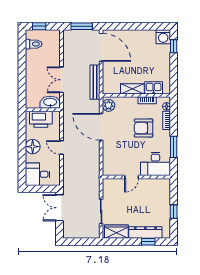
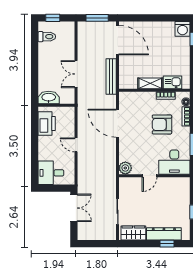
washbasin: (50, 102) -> (49, 98), moved
plant: (109, 105) -> (125, 168), moved
printer: (41, 119) -> (47, 123), moved, turned -90
floor lamp: (33, 147) -> (46, 144), removed
double door: (59, 208) -> (74, 208), swing flipped

